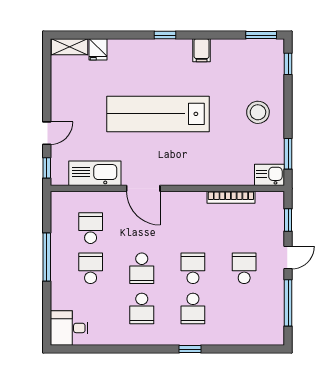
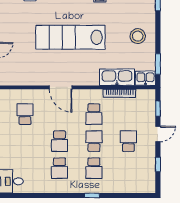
kitchen sink: (95, 173) -> (117, 77), moved
school desk: (91, 268) -> (94, 114), moved, turned 180
window: (288, 303) -> (158, 164), width x0.46

